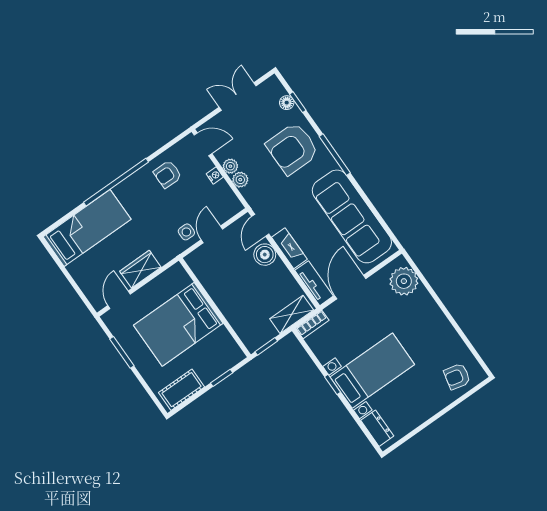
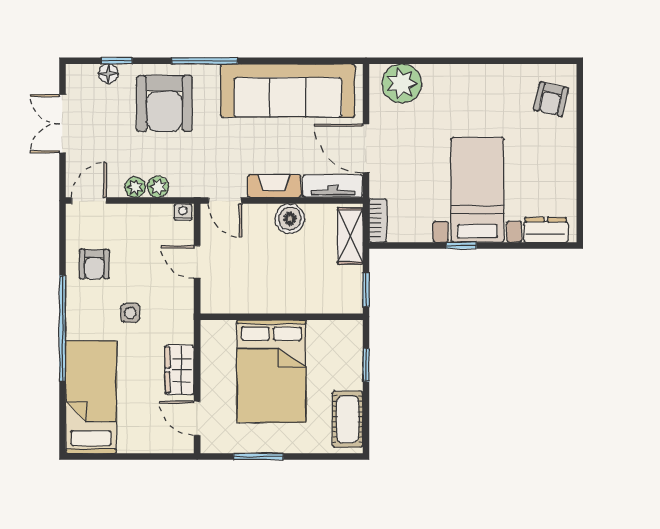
nightstand: (215, 175) -> (183, 212), moved
side table: (186, 232) -> (130, 313), moved
boiler: (265, 255) -> (290, 219), moved

